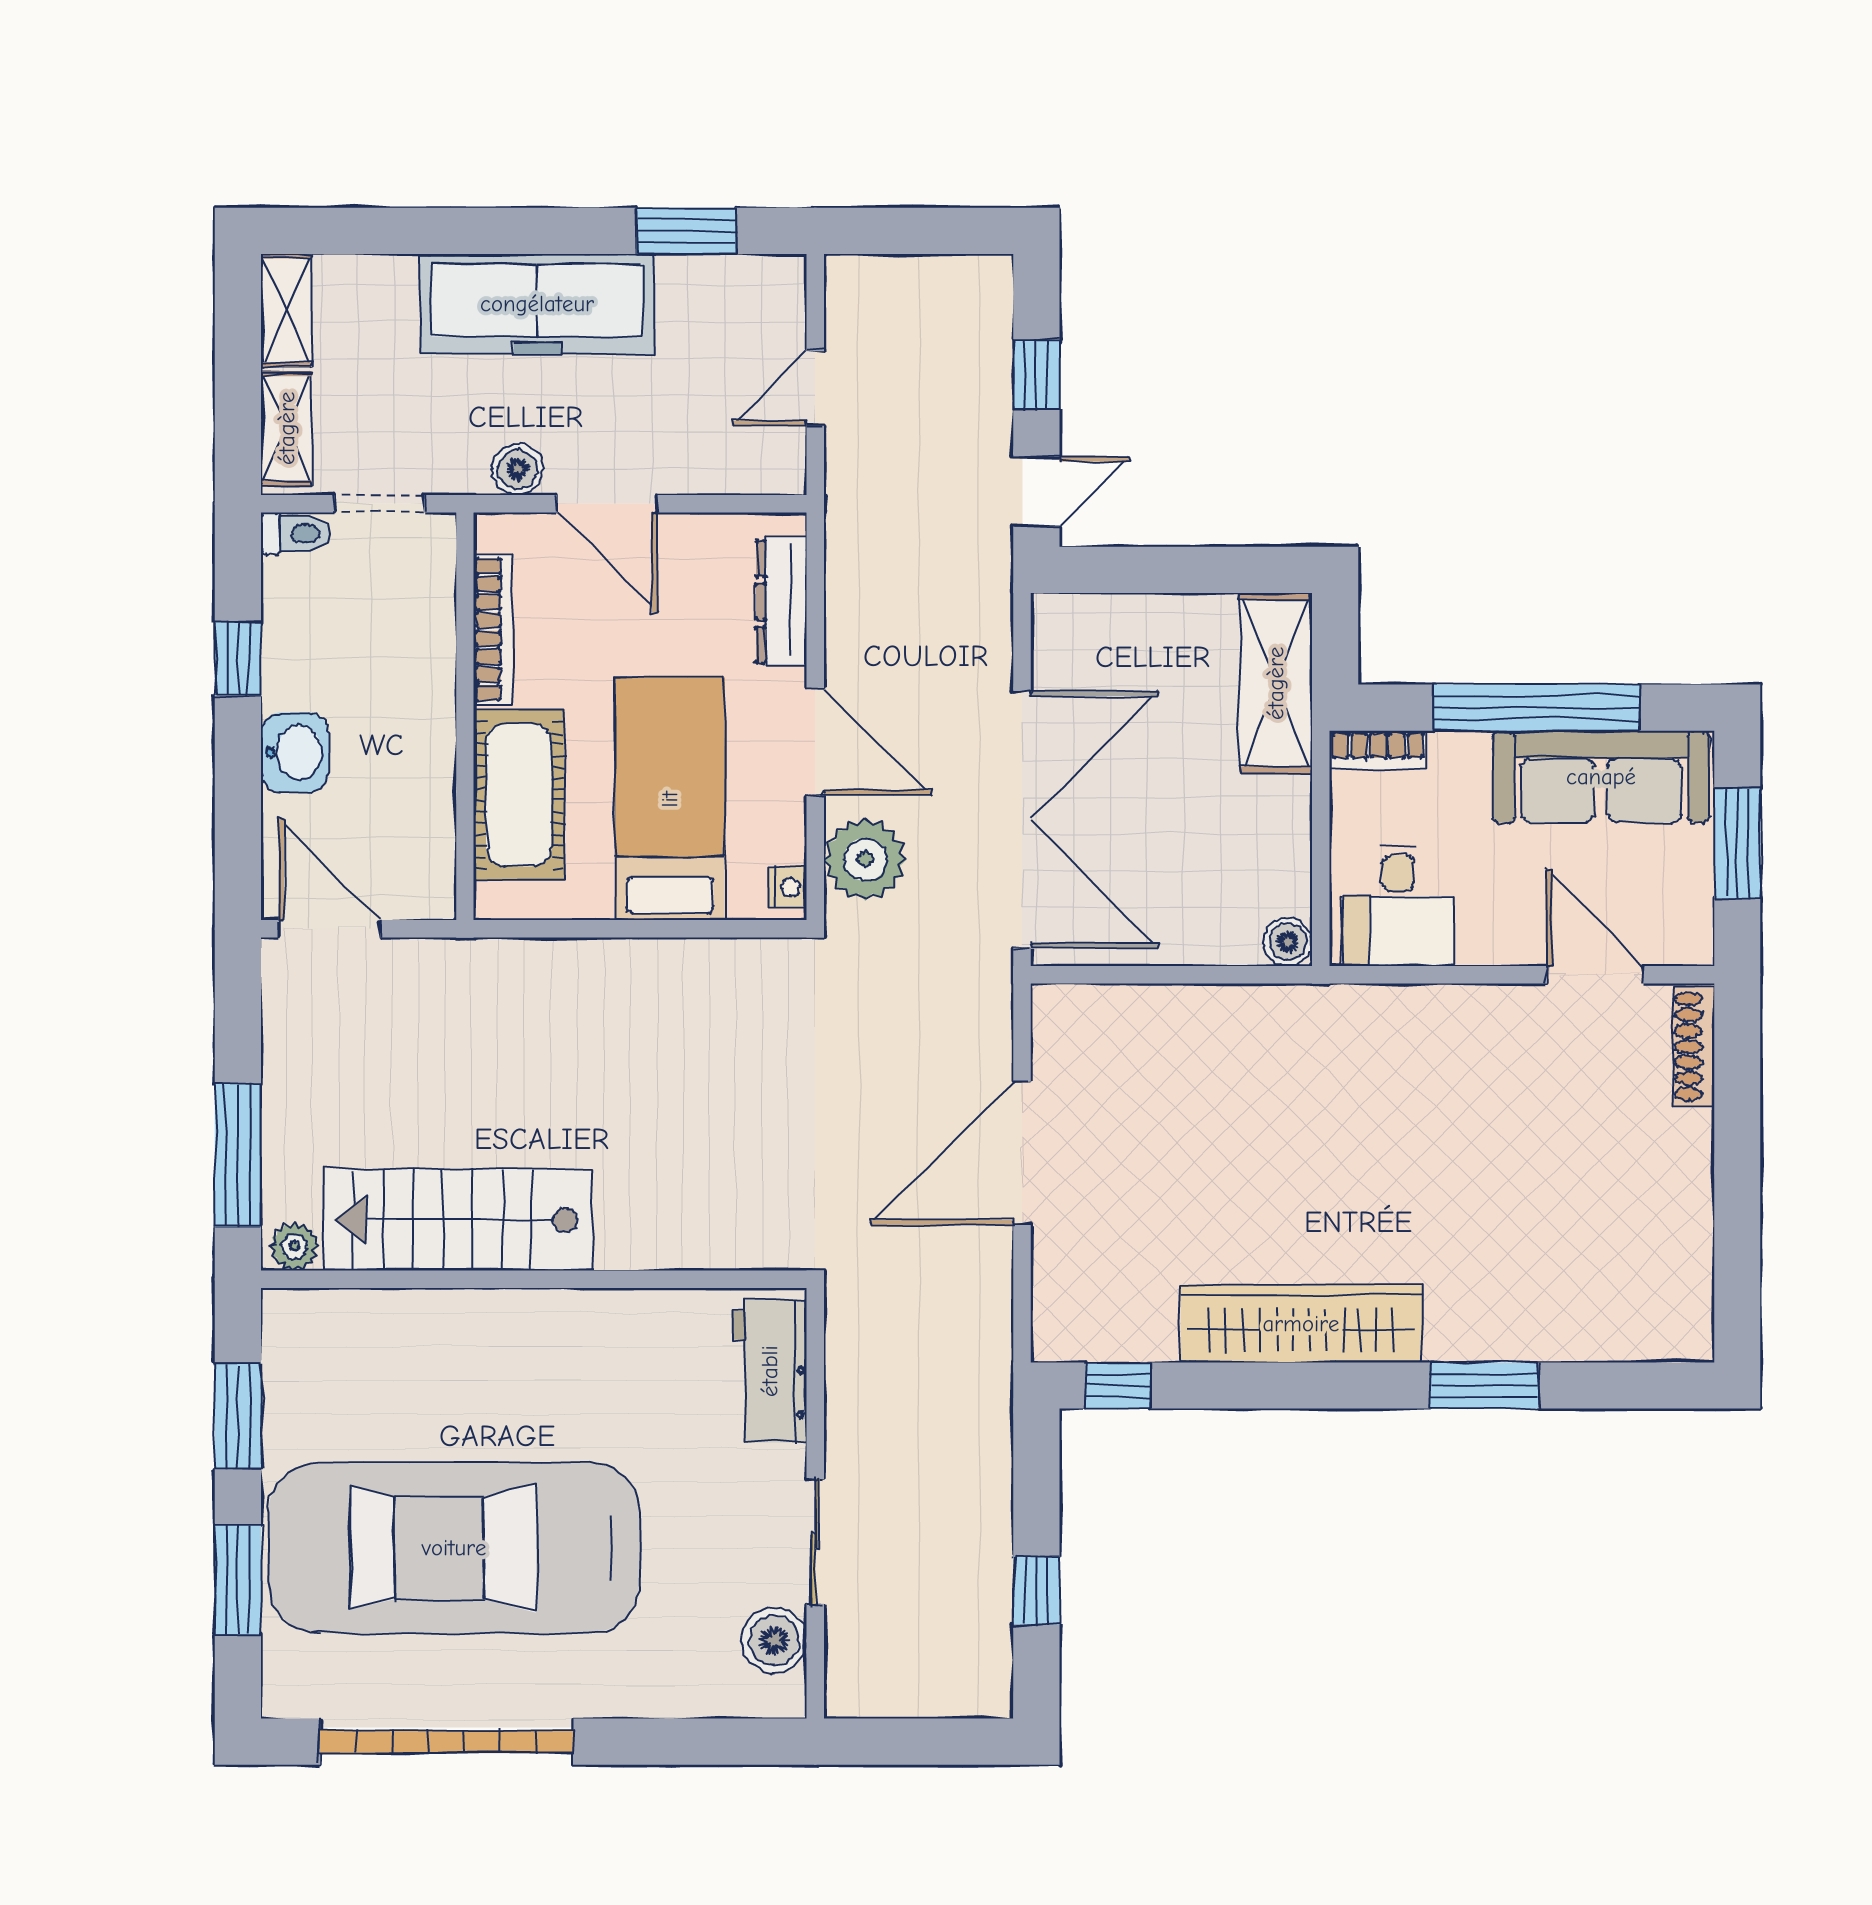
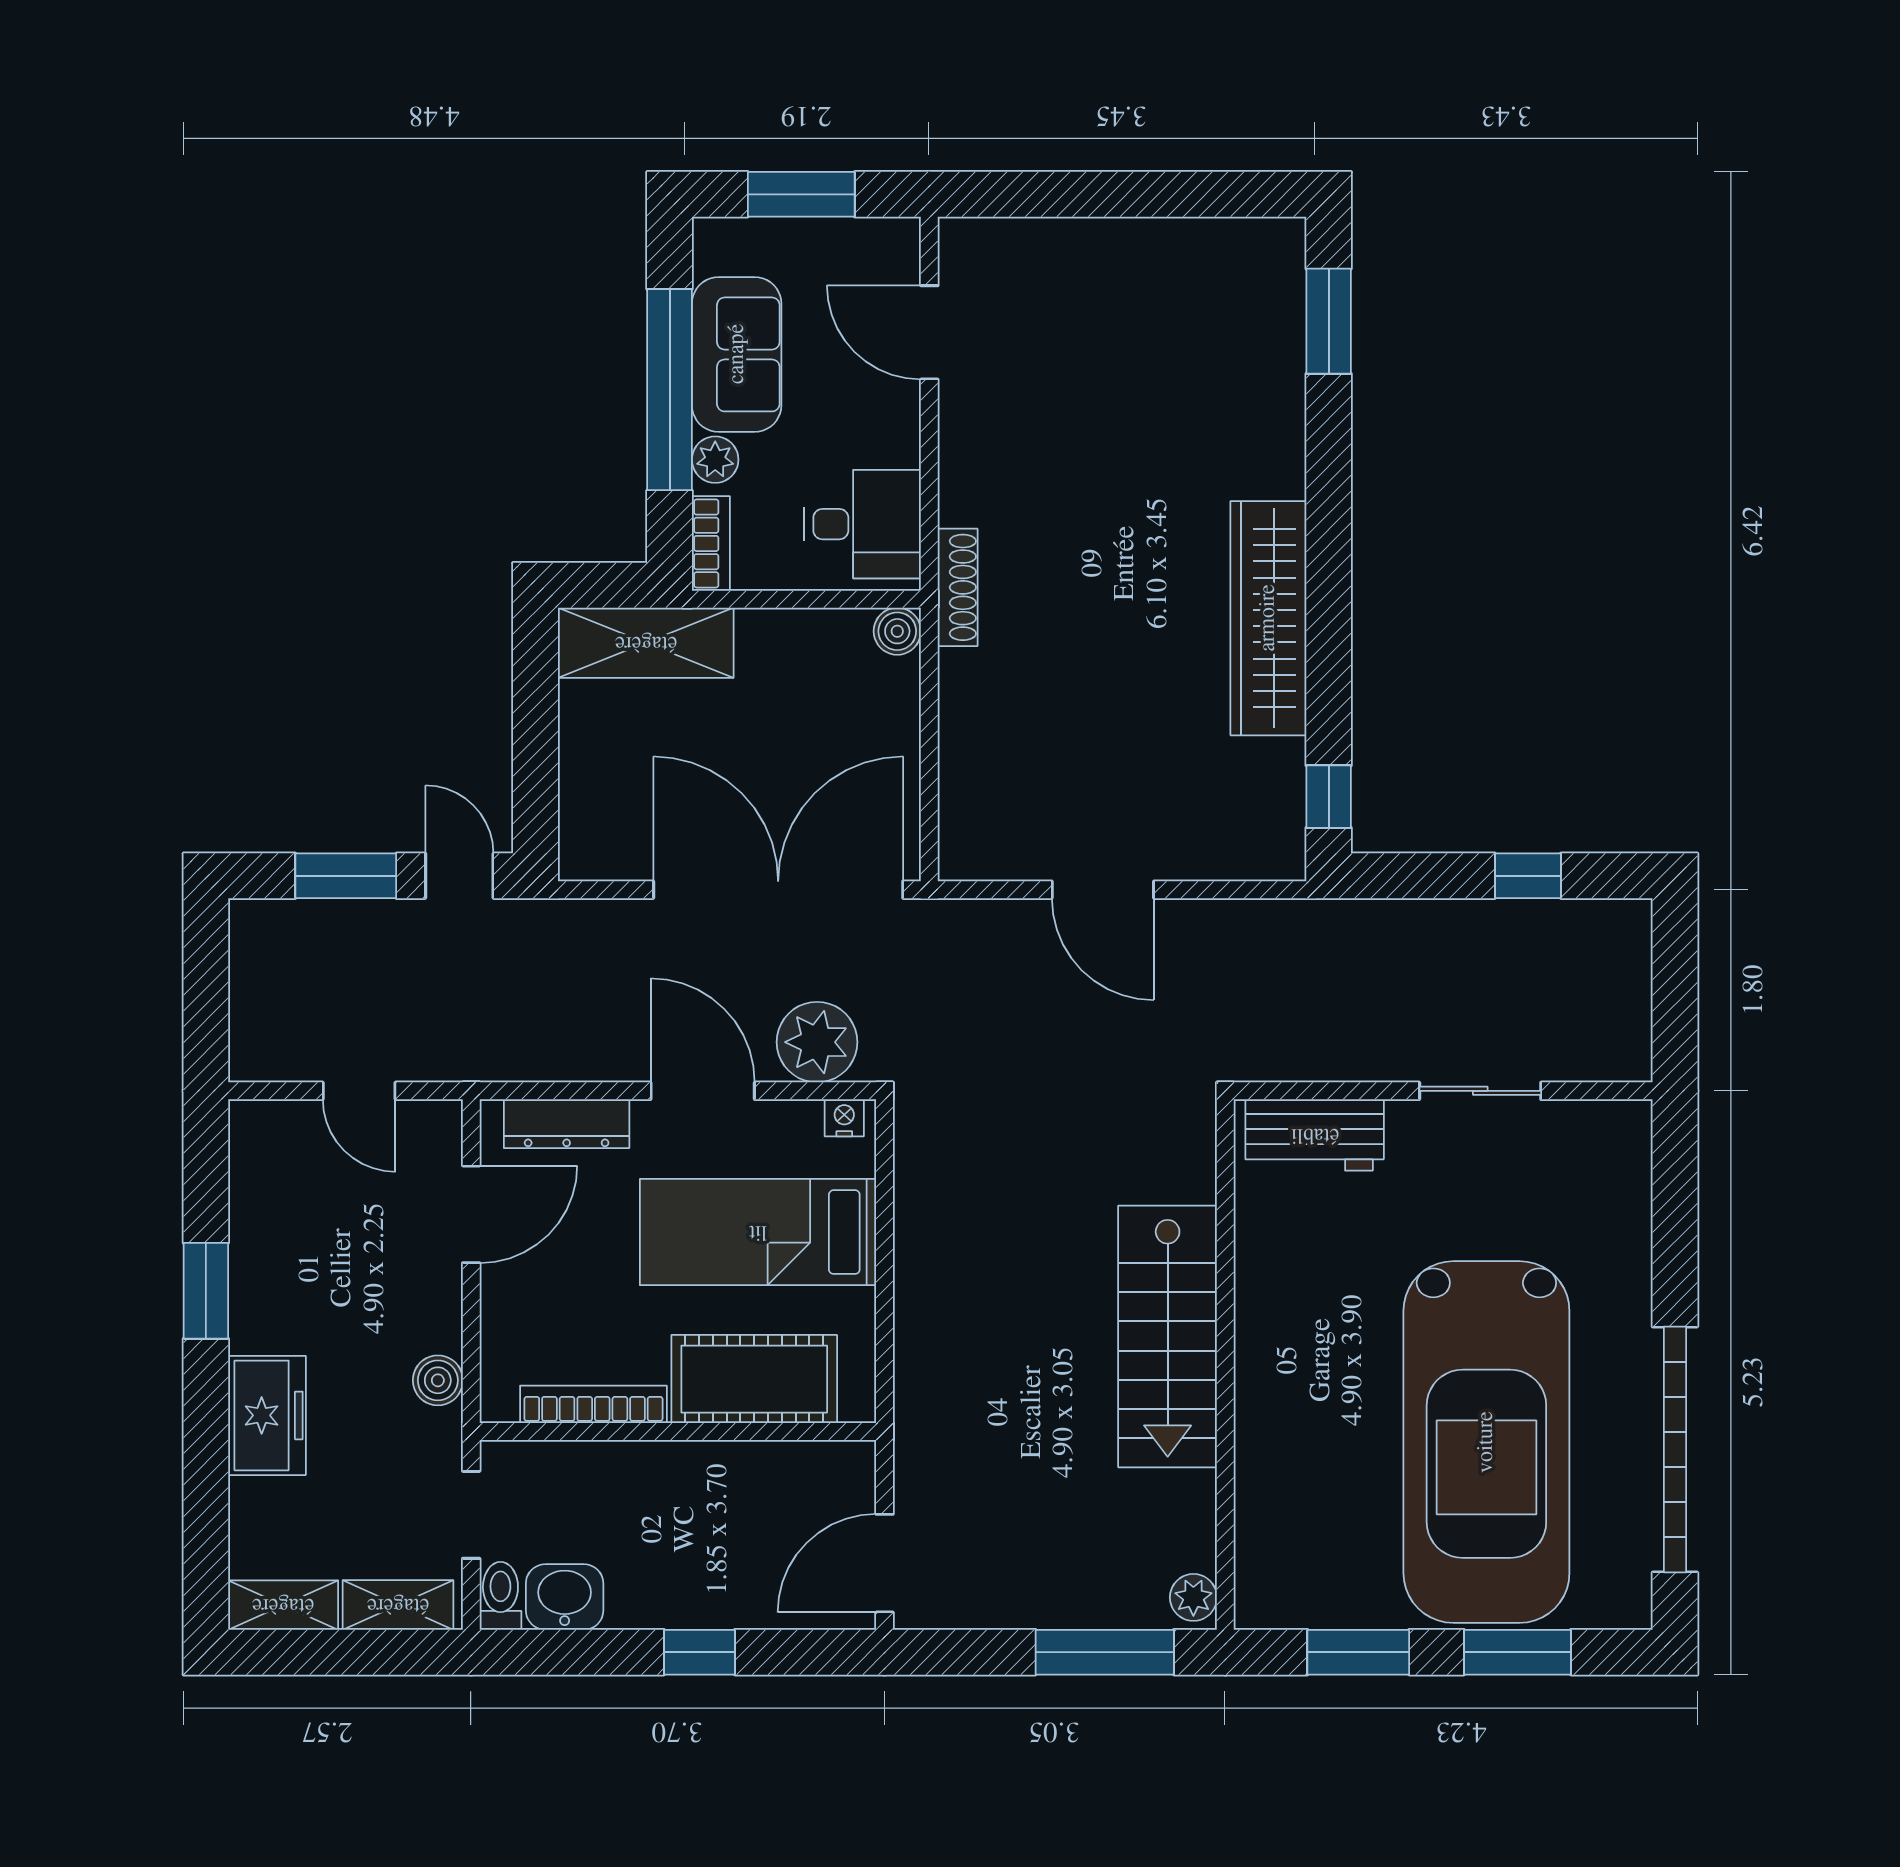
window: (686, 231) -> (206, 1291), moved
freezer: (537, 304) -> (267, 1415), width x0.52, depth x0.79
window: (1036, 375) -> (346, 876), width x1.50
door: (607, 504) -> (471, 1214), moved
window: (238, 659) -> (699, 1652), moved
door: (815, 742) -> (703, 1091), hinge flipped
washbasin: (295, 752) -> (565, 1597), moved
plant: (1464, 755) -> (715, 460), added
sofa: (1601, 777) -> (737, 354), width x0.73
door: (1595, 975) -> (929, 332), hinge flipped
shoe rack: (1694, 1047) -> (958, 587), moved, turned -90
door: (1022, 1153) -> (1103, 890), width x0.73
stairs: (458, 1220) -> (1168, 1336), moved
window: (1484, 1385) -> (1329, 321), moved
boiler: (774, 1640) -> (1576, 1131), removed

